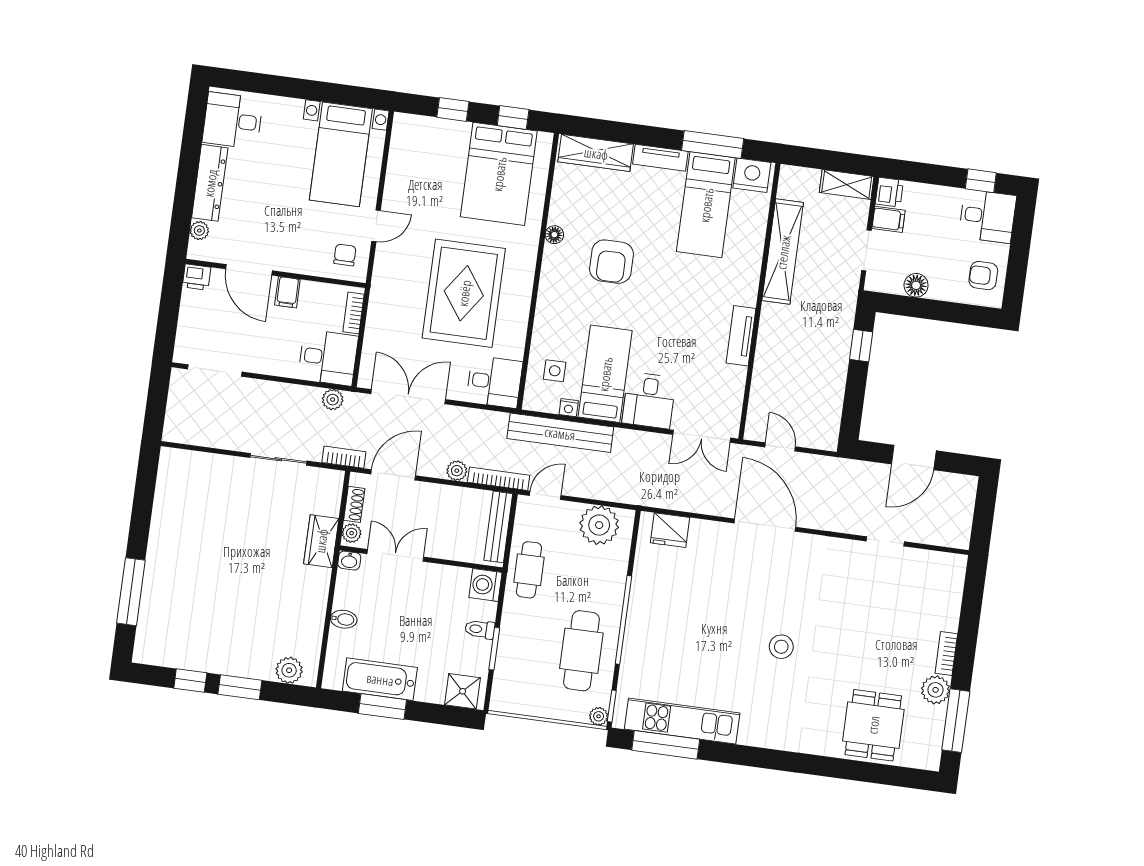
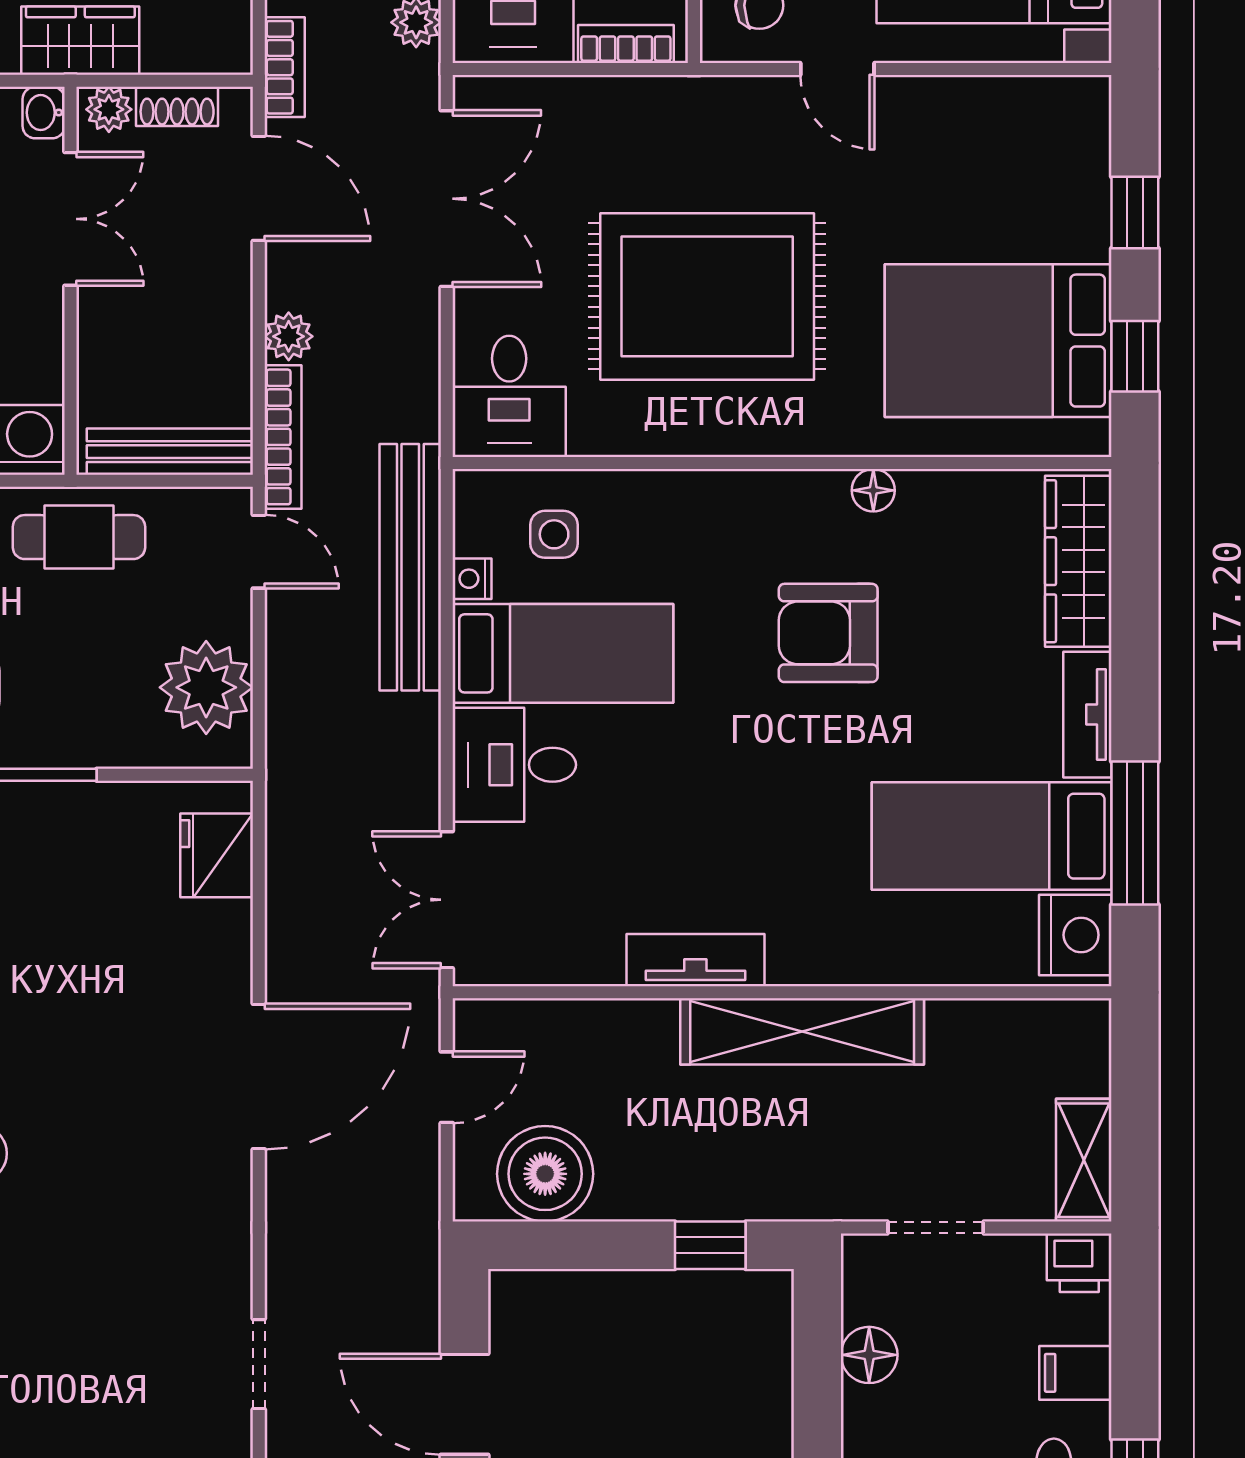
filing cabinet: (889, 219) -> (1075, 1373), moved, turned 90
shelving: (783, 252) -> (802, 1031), moved
boiler: (822, 411) -> (545, 1174), added

